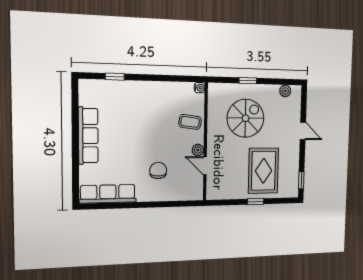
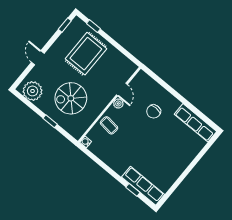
plant: (285, 91) -> (33, 91), width x1.88, depth x1.88
row of seats: (88, 136) -> (143, 186), moved, turned 90
window: (256, 202) -> (94, 26), moved

